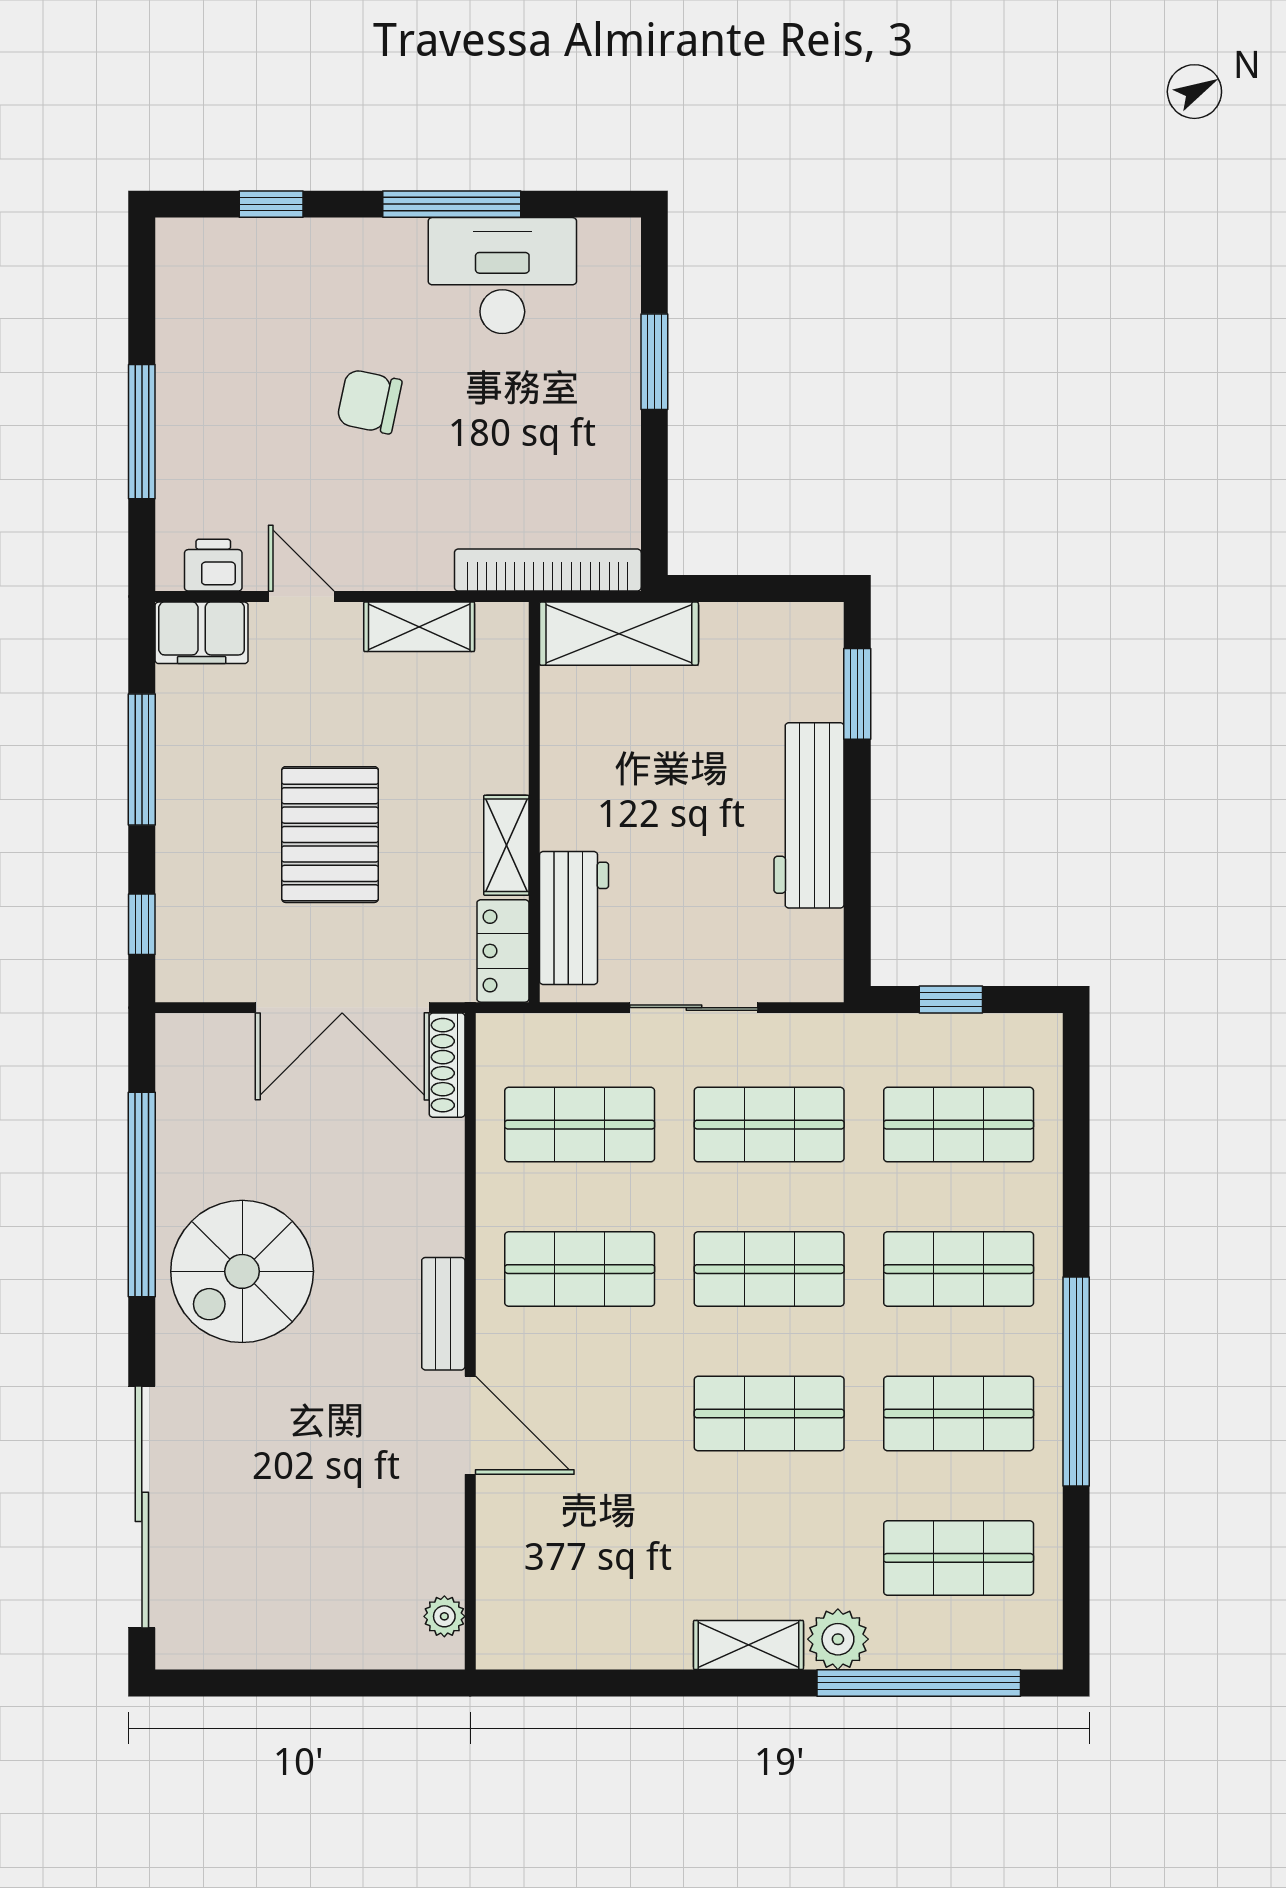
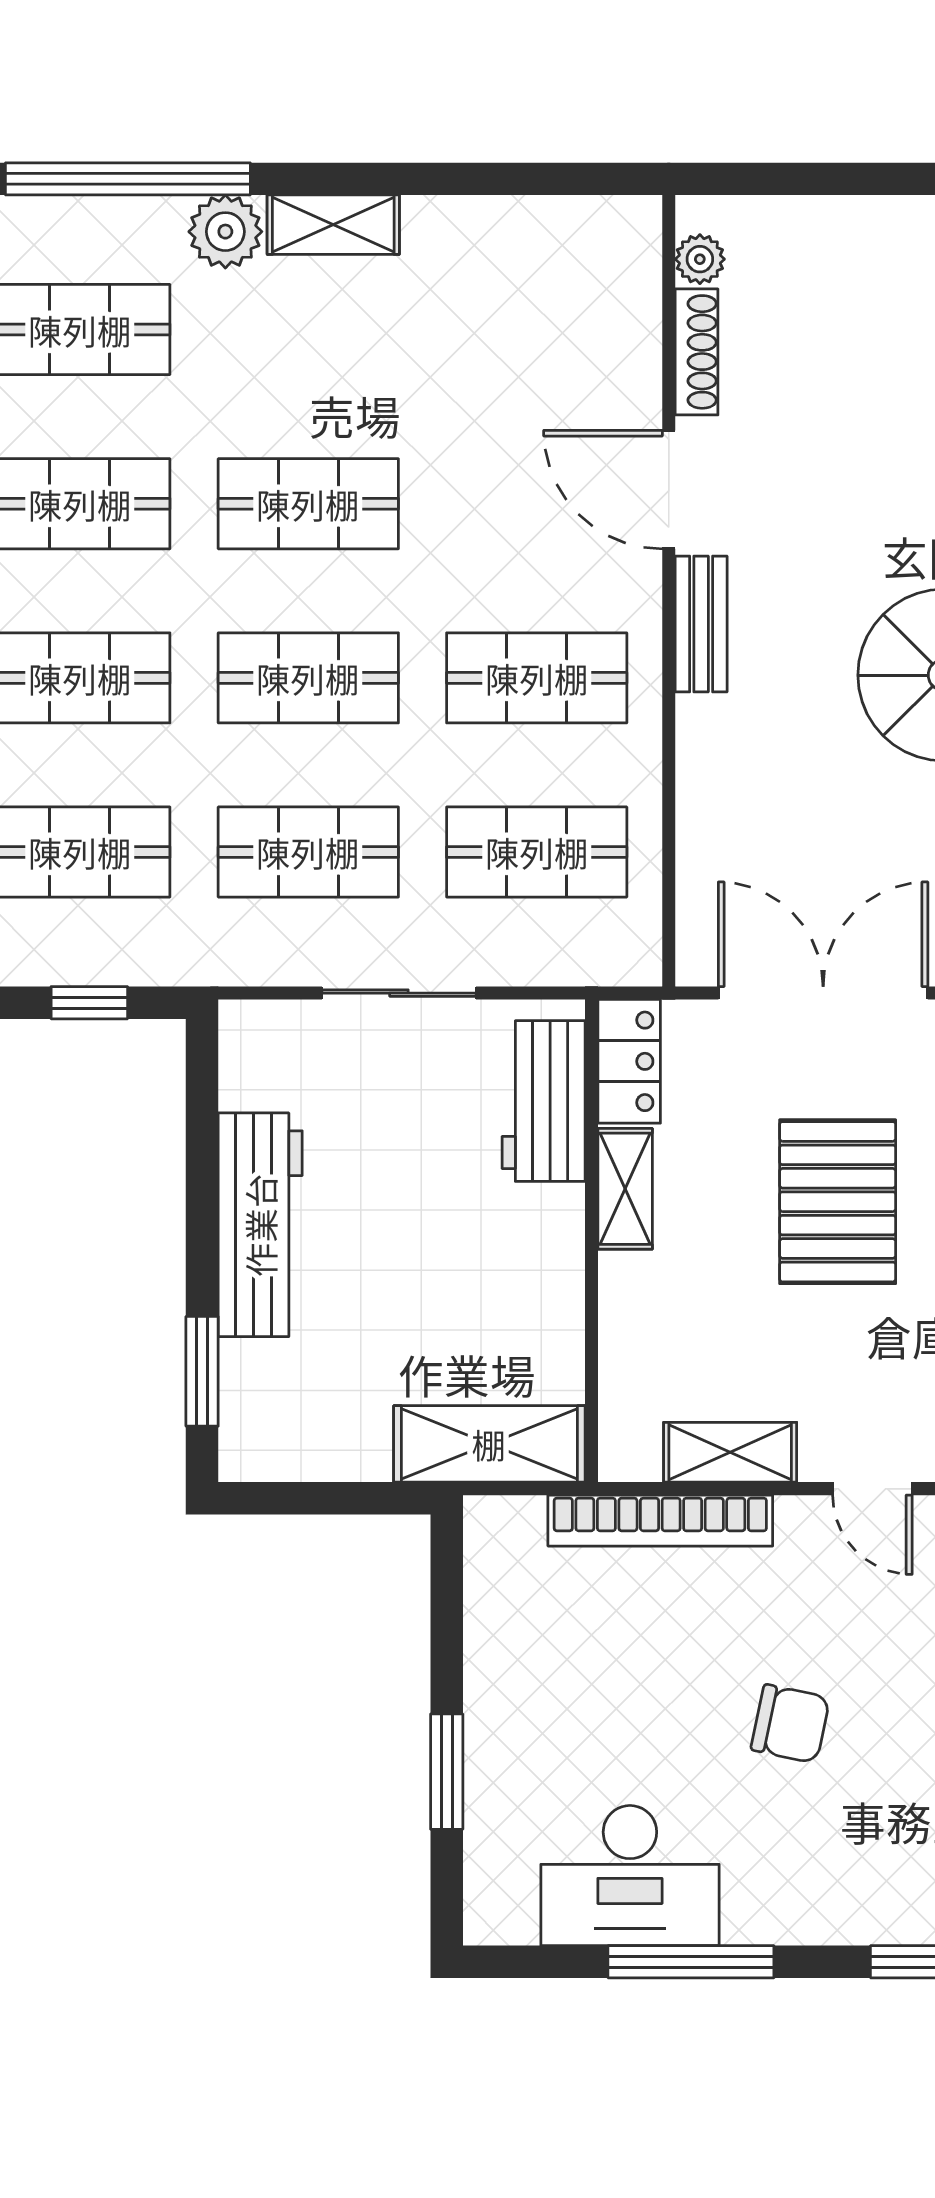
bookcase: (548, 570) -> (660, 1521), moved
shoe rack: (447, 1065) -> (697, 352), moved

